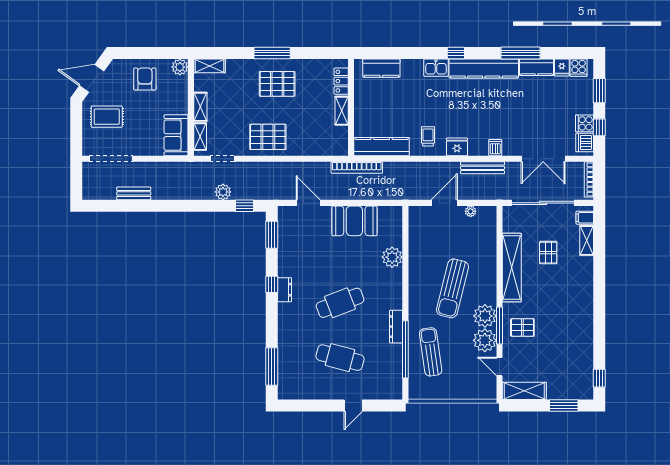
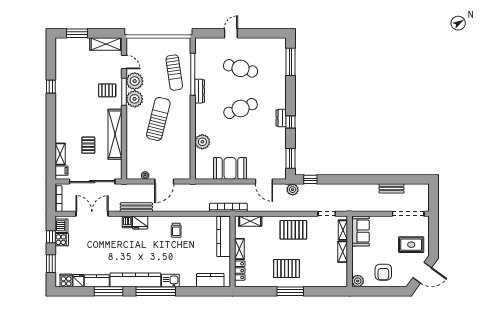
window: (456, 53) -> (156, 291), width x3.17
shelving: (209, 66) -> (250, 221), moved
kitchen counter: (382, 147) -> (224, 237), moved, turned 90
fridge: (457, 147) -> (140, 223), moved
plant: (223, 192) -> (293, 190), moved
window: (599, 378) -> (51, 87), moved

